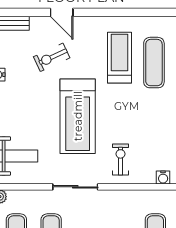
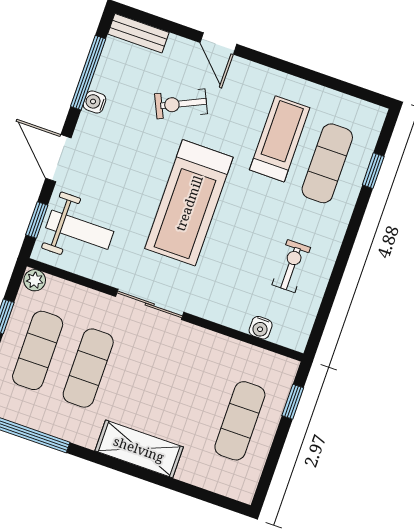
exercise bike: (120, 160) -> (291, 266), moved
water cooler: (163, 177) -> (261, 328), moved

